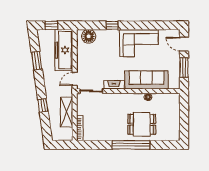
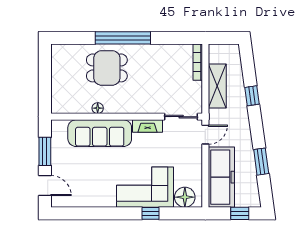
corner sofa: (139, 43) -> (145, 187), moved

